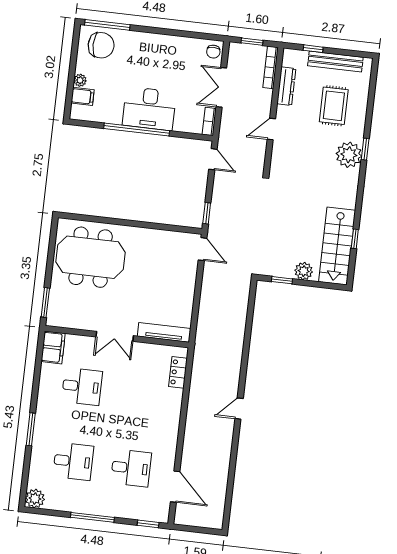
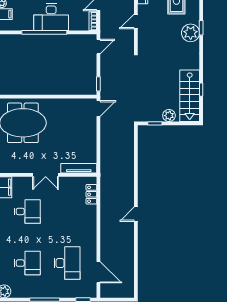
door: (213, 159) -> (98, 47), hinge flipped
door: (203, 249) -> (98, 109), hinge flipped
desk: (131, 468) -> (67, 263), width x1.37

